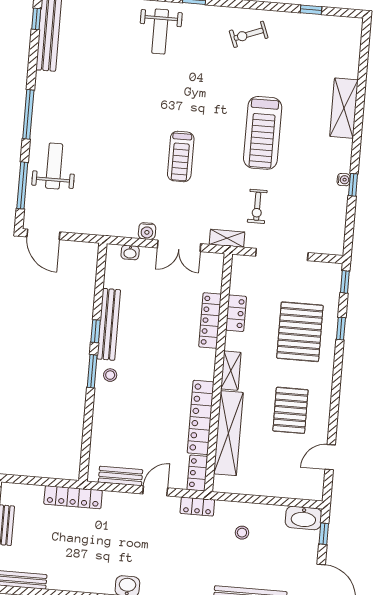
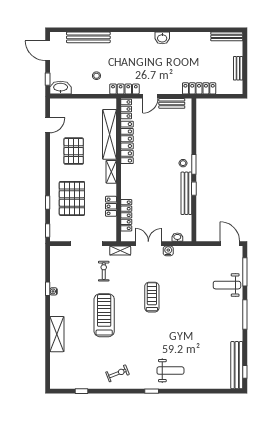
weight bench: (160, 32) -> (170, 371), turned 90
weight bench: (54, 166) -> (227, 285), turned 90
locker: (210, 320) -> (126, 215), moved
locker: (197, 507) -> (124, 89), width x1.53

